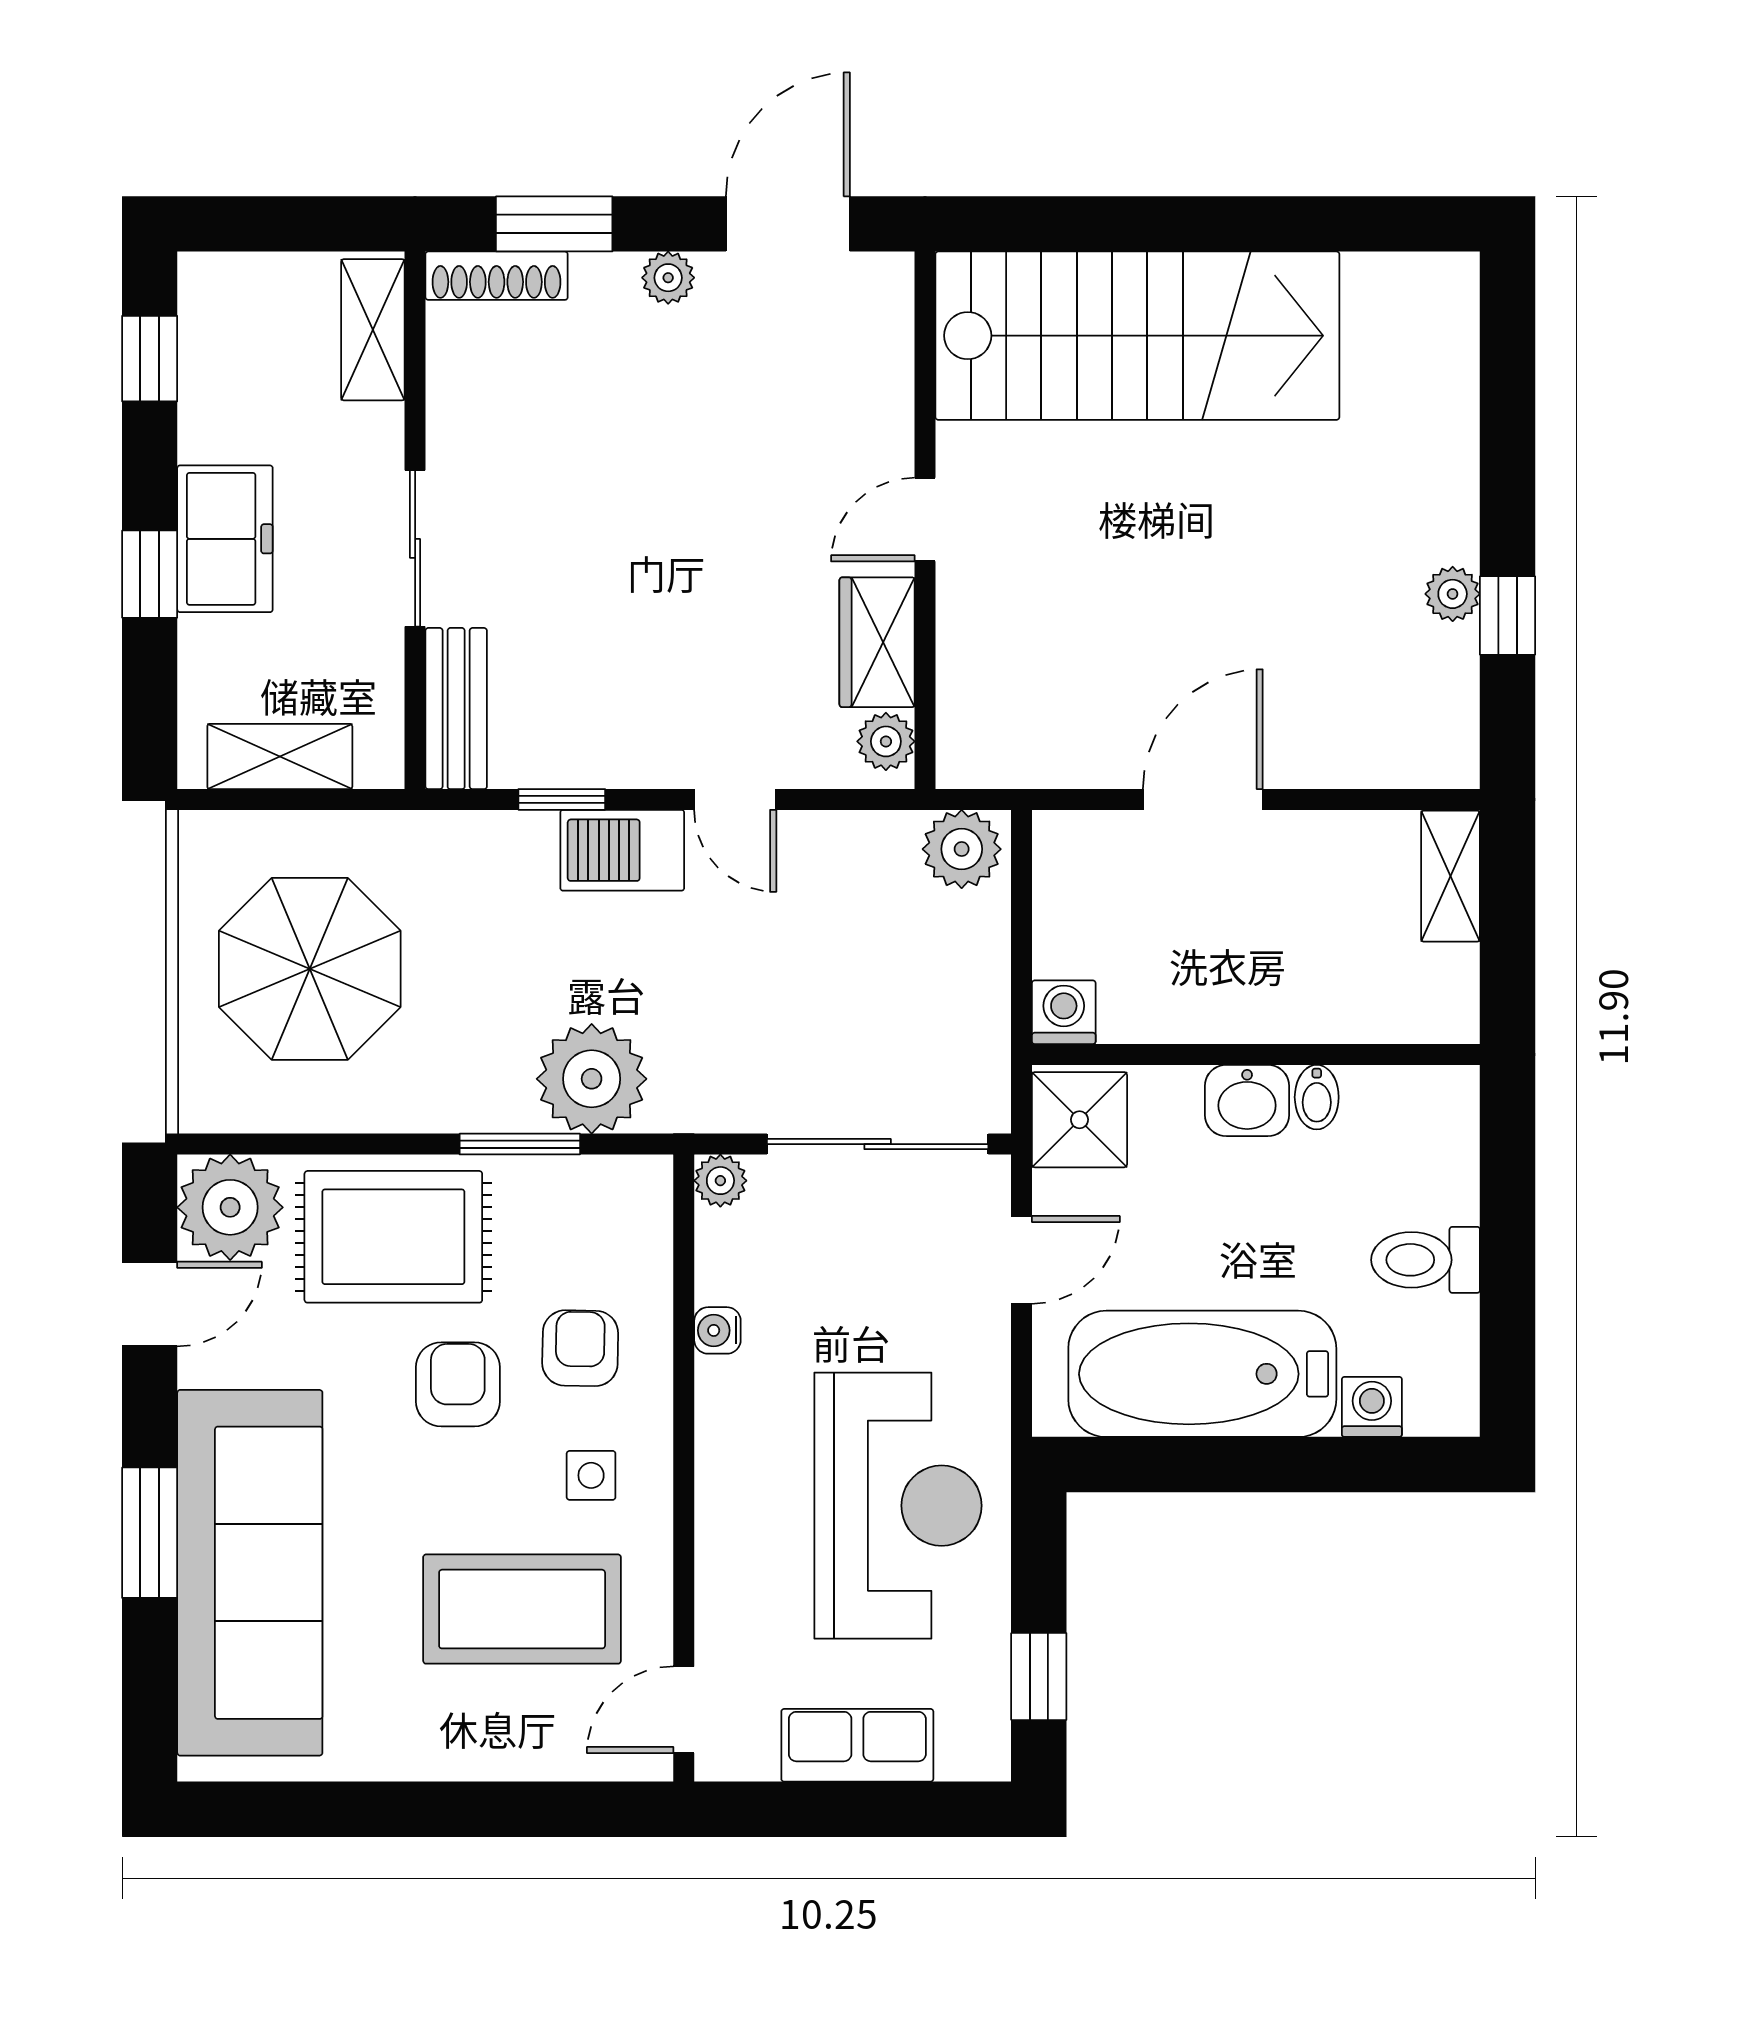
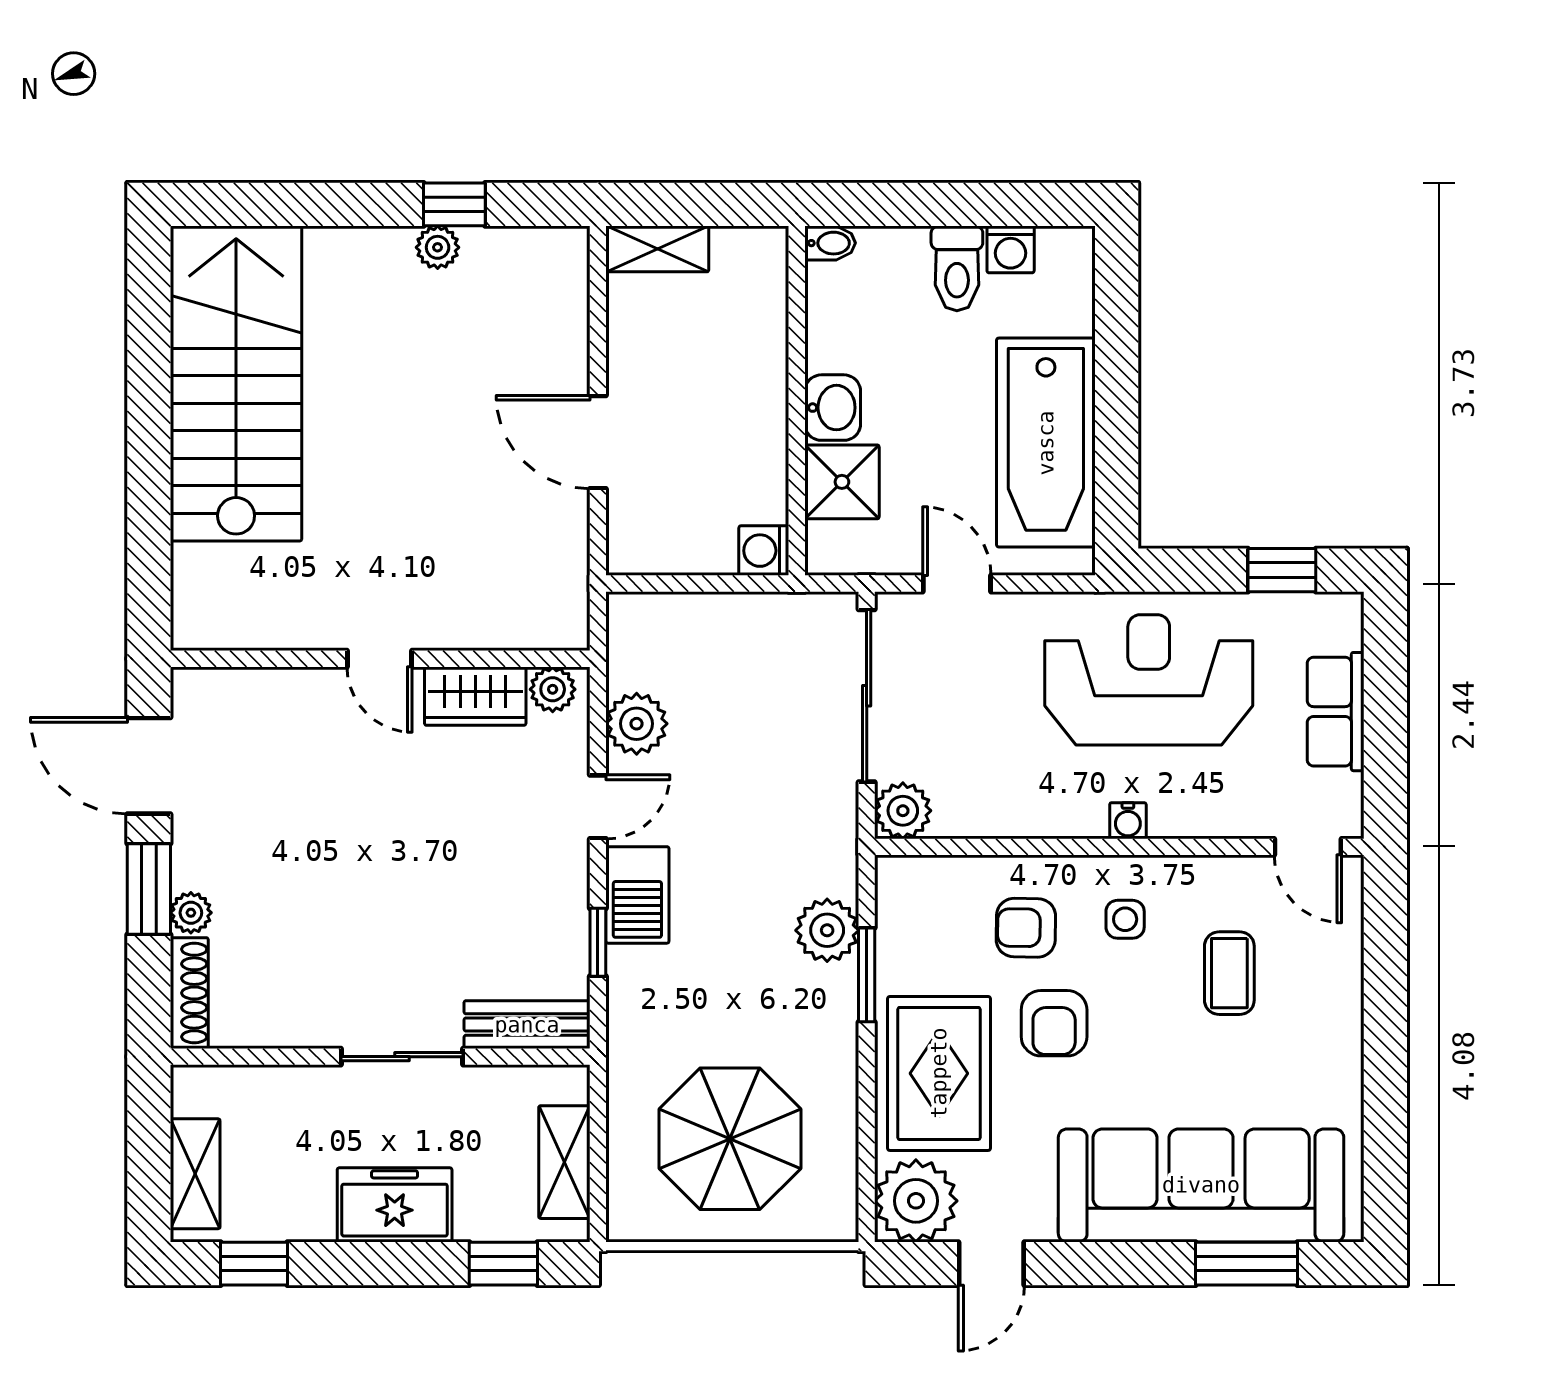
window: (554, 224) -> (149, 889), moved
plant: (668, 278) -> (191, 913), moved
shelving: (373, 330) -> (195, 1174), moved, turned 90
stairs: (1137, 336) -> (236, 383), moved
window: (150, 574) -> (503, 1264), moved
plant: (962, 849) -> (637, 724), moved
plant: (592, 1079) -> (827, 930), width x0.73, depth x0.73
bidet: (1317, 1097) -> (830, 243), moved
shower: (1079, 1120) -> (842, 482), moved
plant: (720, 1181) -> (903, 811), width x1.38, depth x1.38
door: (150, 1304) -> (991, 1264), swing flipped
water cooler: (717, 1330) -> (1128, 821), moved
armchair: (458, 1384) -> (1054, 1023), turned -90
washing machine: (1372, 1407) -> (1011, 249), moved, turned -90
window: (150, 1533) -> (1247, 1264), moved
coffee table: (522, 1609) -> (1229, 973), width x0.54, depth x0.58

